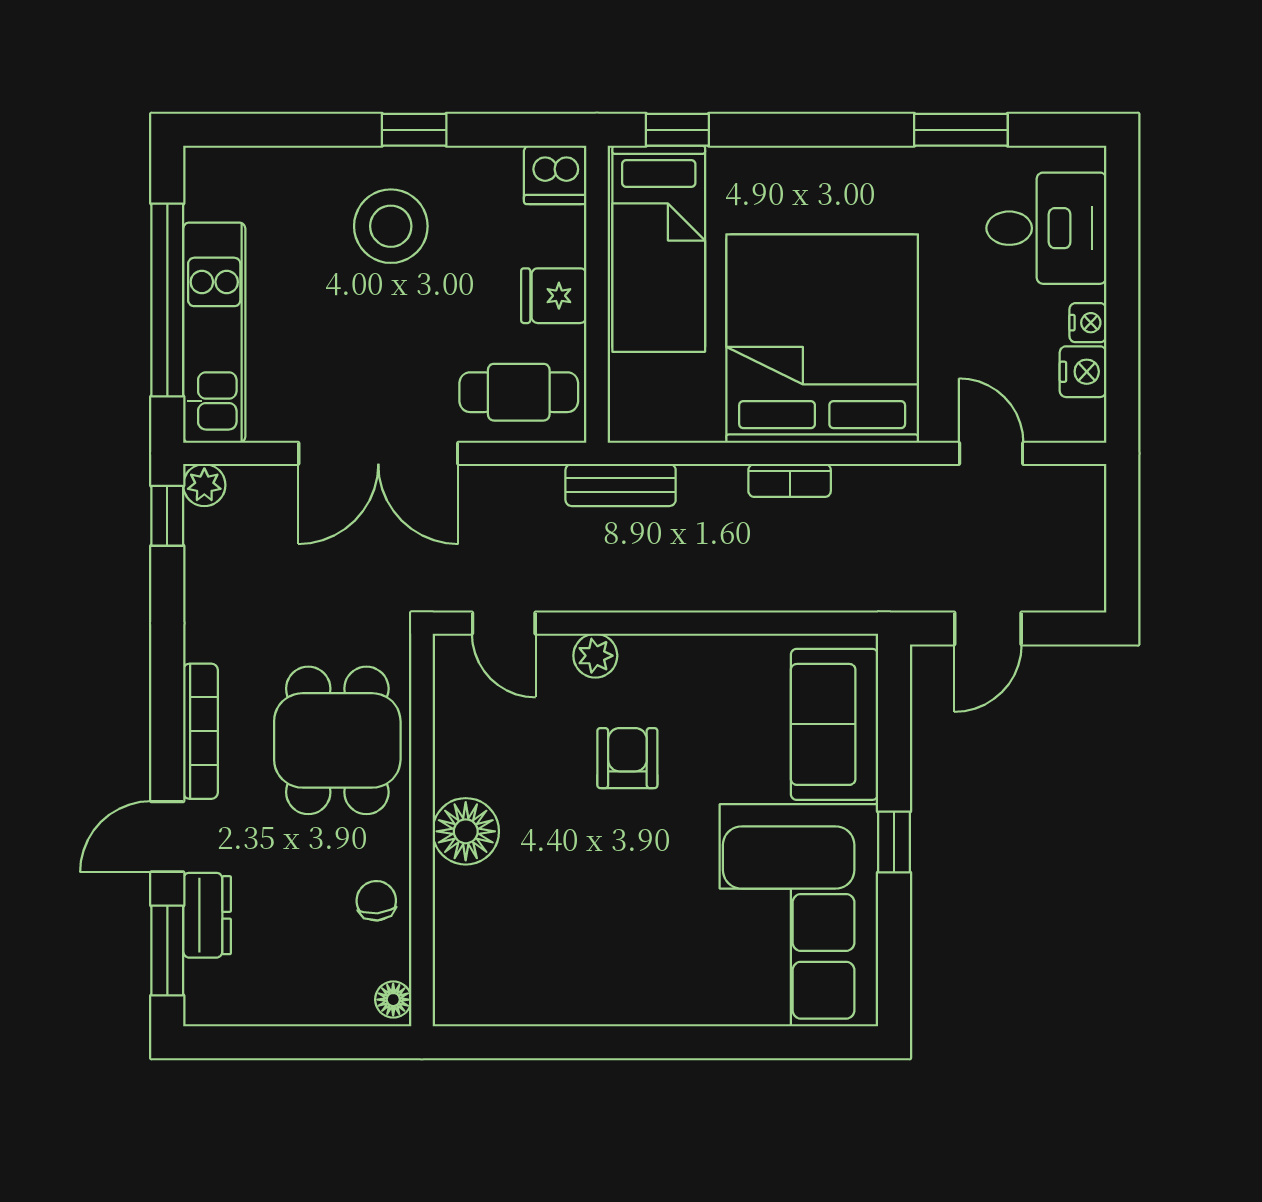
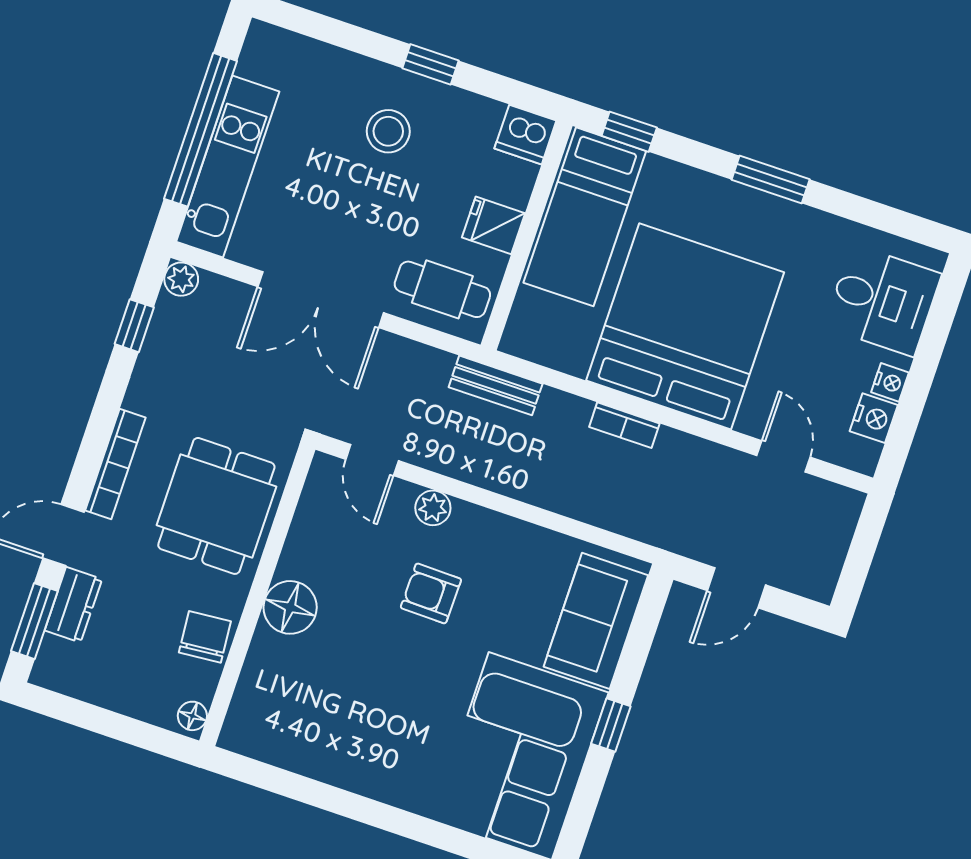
window: (961, 130) -> (771, 180), moved
stool: (391, 226) -> (388, 131), width x0.73, depth x0.73
window: (167, 516) -> (134, 326), moved
armchair: (627, 758) -> (431, 593), turned -89
chair: (376, 901) -> (205, 637), width x1.37, depth x1.37

